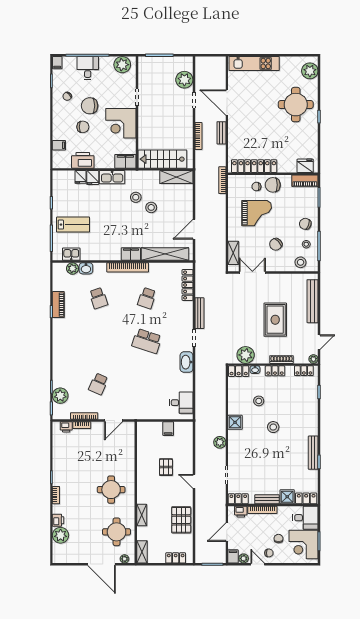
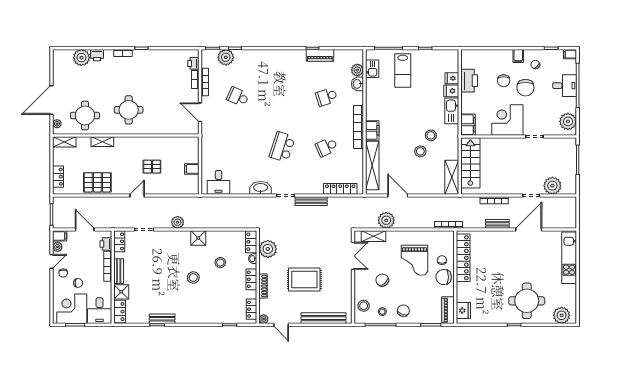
chair: (90, 106) -> (525, 88), turned 180
filing cabinet: (59, 145) -> (518, 56), moved
chair: (273, 185) -> (444, 277), turned -90
plant: (218, 240) -> (386, 220), added
school desk: (147, 298) -> (327, 147), turned -42
bench: (313, 453) -> (162, 319), width x0.73

